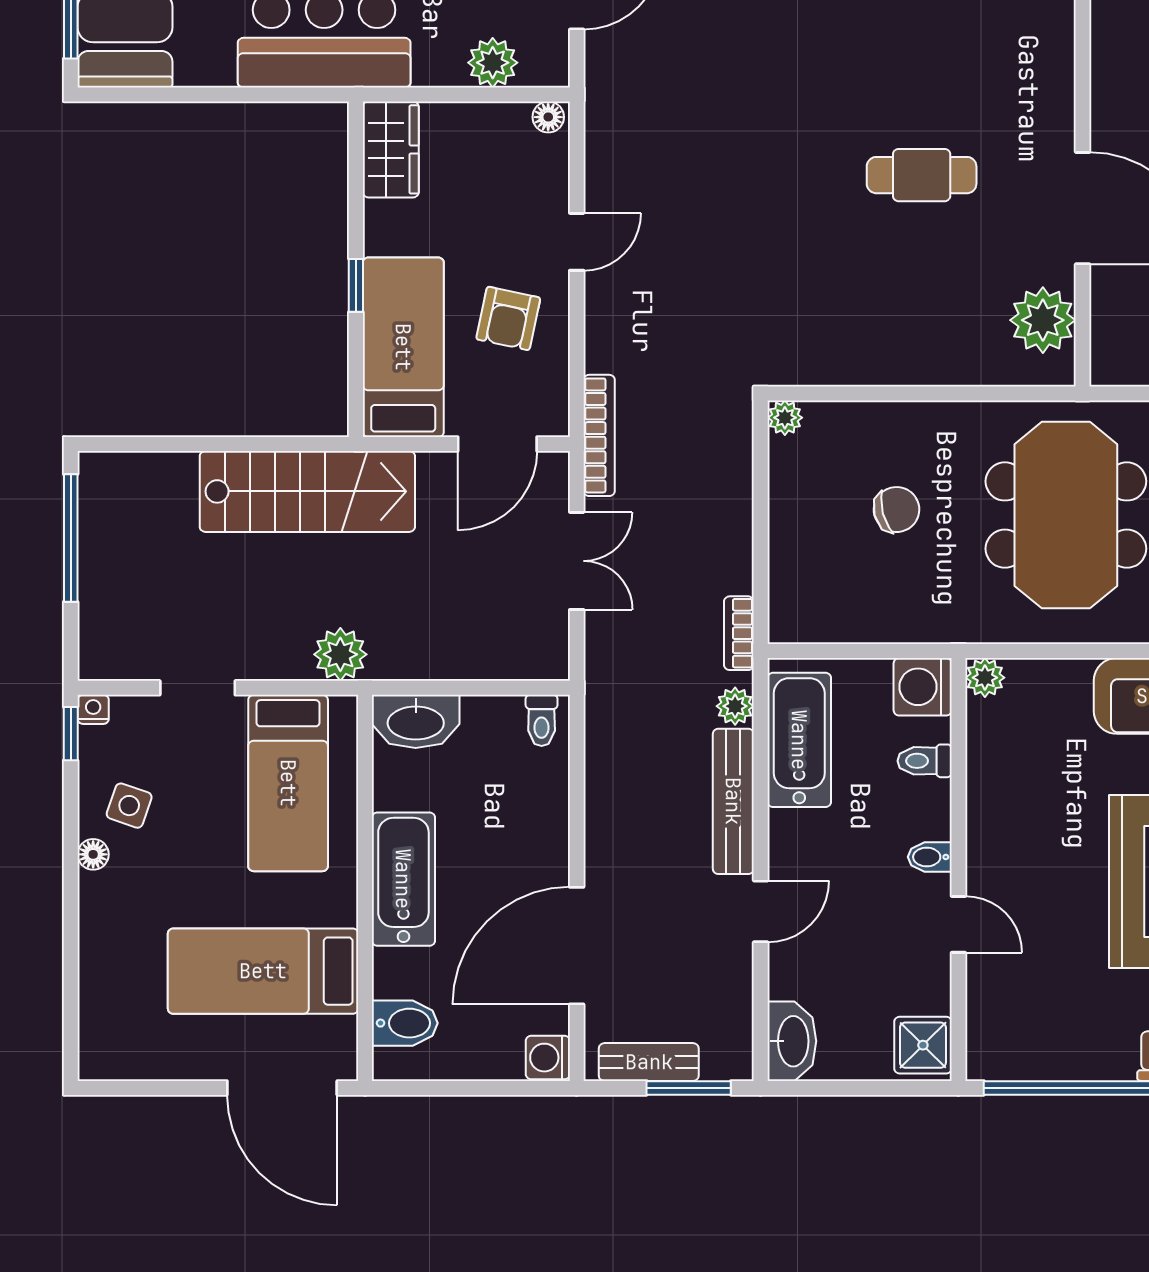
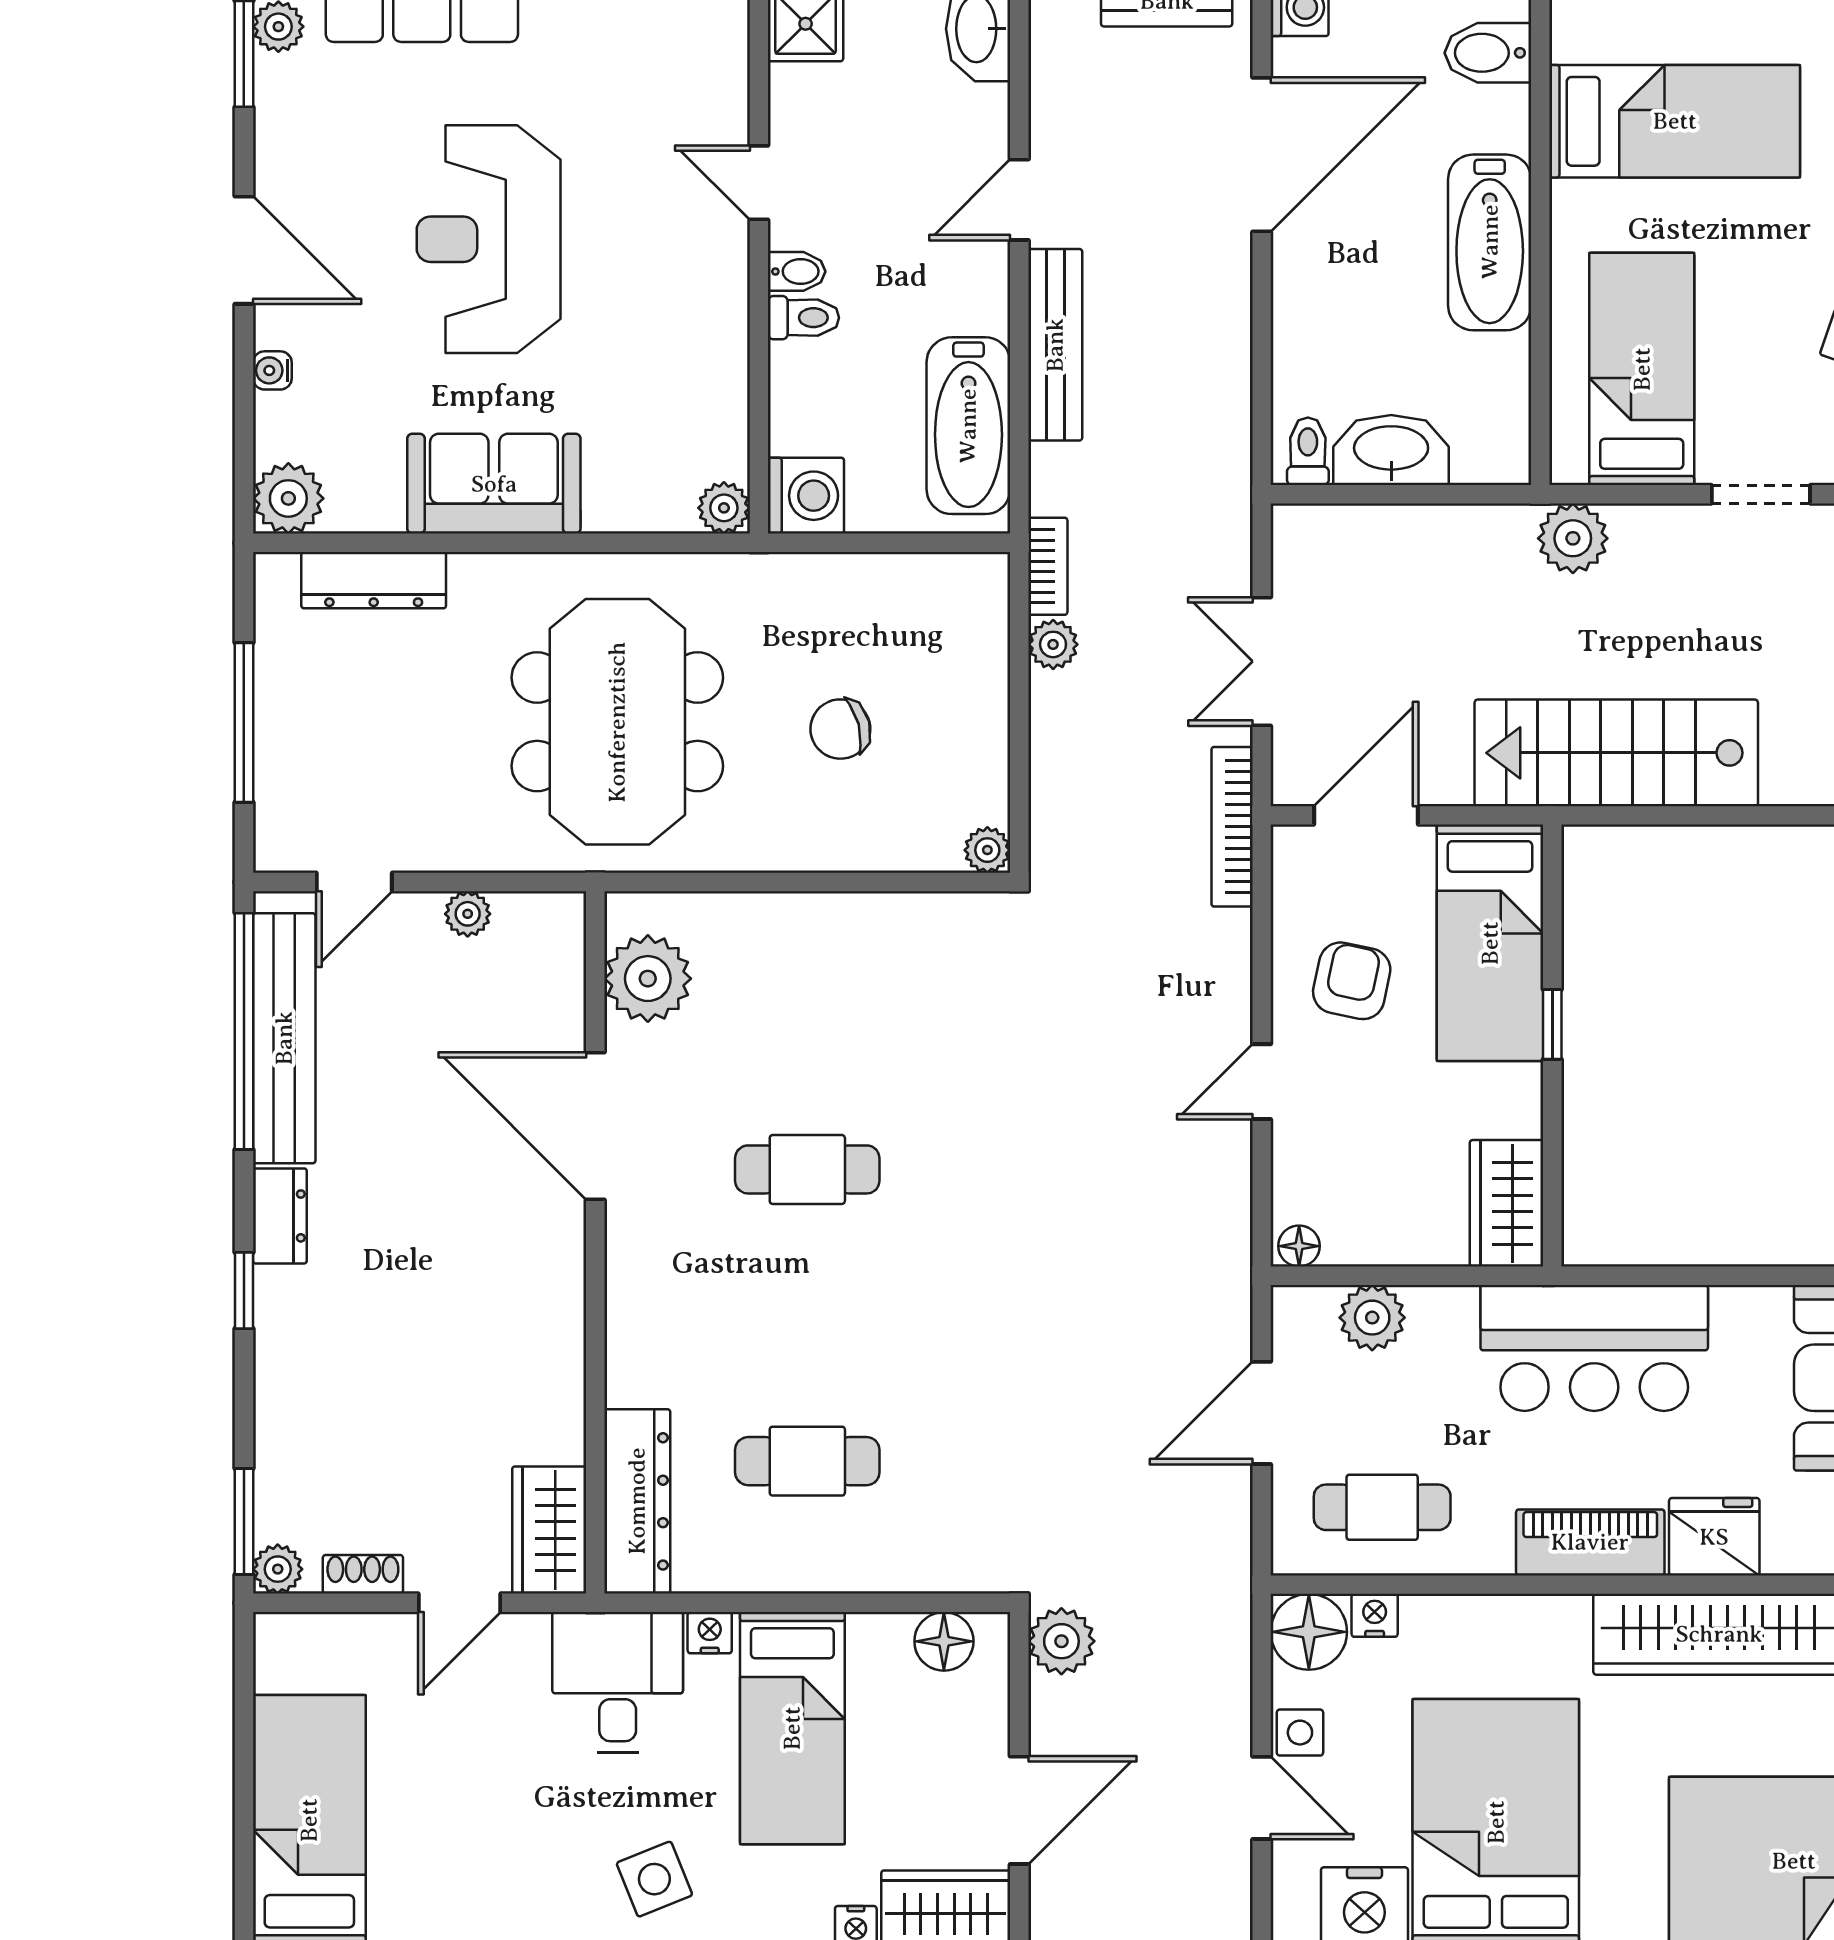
plant: (735, 706) -> (1053, 644), moved
washbasin: (416, 721) -> (1391, 450), moved
toilet: (925, 761) -> (803, 318), moved

